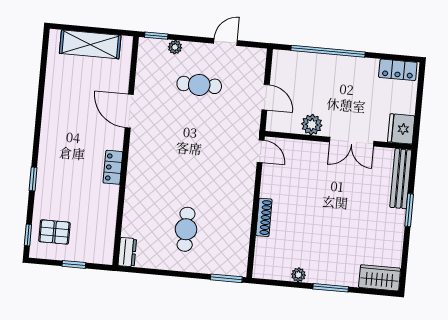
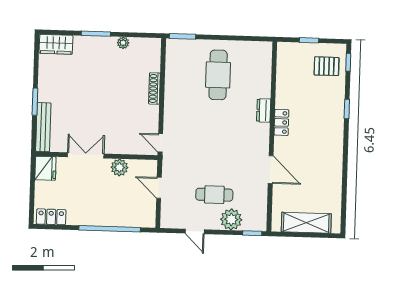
door: (226, 42) -> (195, 231), hinge flipped
plant: (175, 47) -> (231, 219), width x1.87, depth x1.87
cafe table: (186, 229) -> (218, 75), width x1.37, depth x1.35
dresser: (127, 252) -> (264, 110), moved

